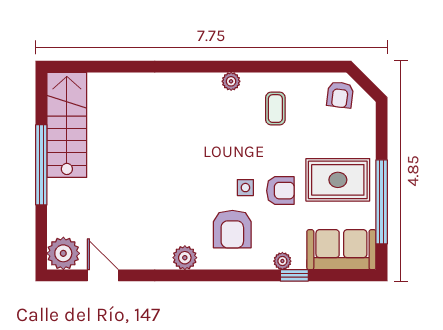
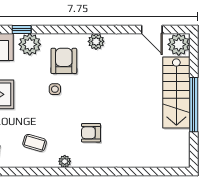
coffee table: (275, 109) -> (35, 143), turned -74
stairs: (67, 125) -> (176, 92), moved
armchair: (280, 191) -> (91, 133), moved
plant: (282, 261) -> (30, 44), width x1.87, depth x1.87

